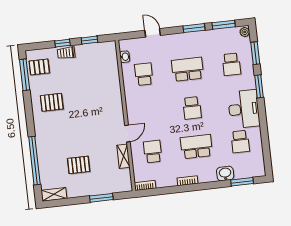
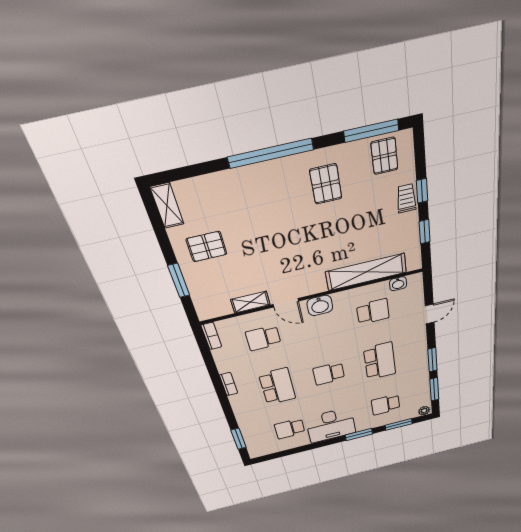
shelving: (113, 79) -> (366, 272), added
school desk: (153, 152) -> (263, 338), turned 180
window: (34, 161) -> (271, 153), moved
pallet: (79, 165) -> (207, 247), moved, turned 90
washbasin: (225, 174) -> (320, 305), moved, turned 90

